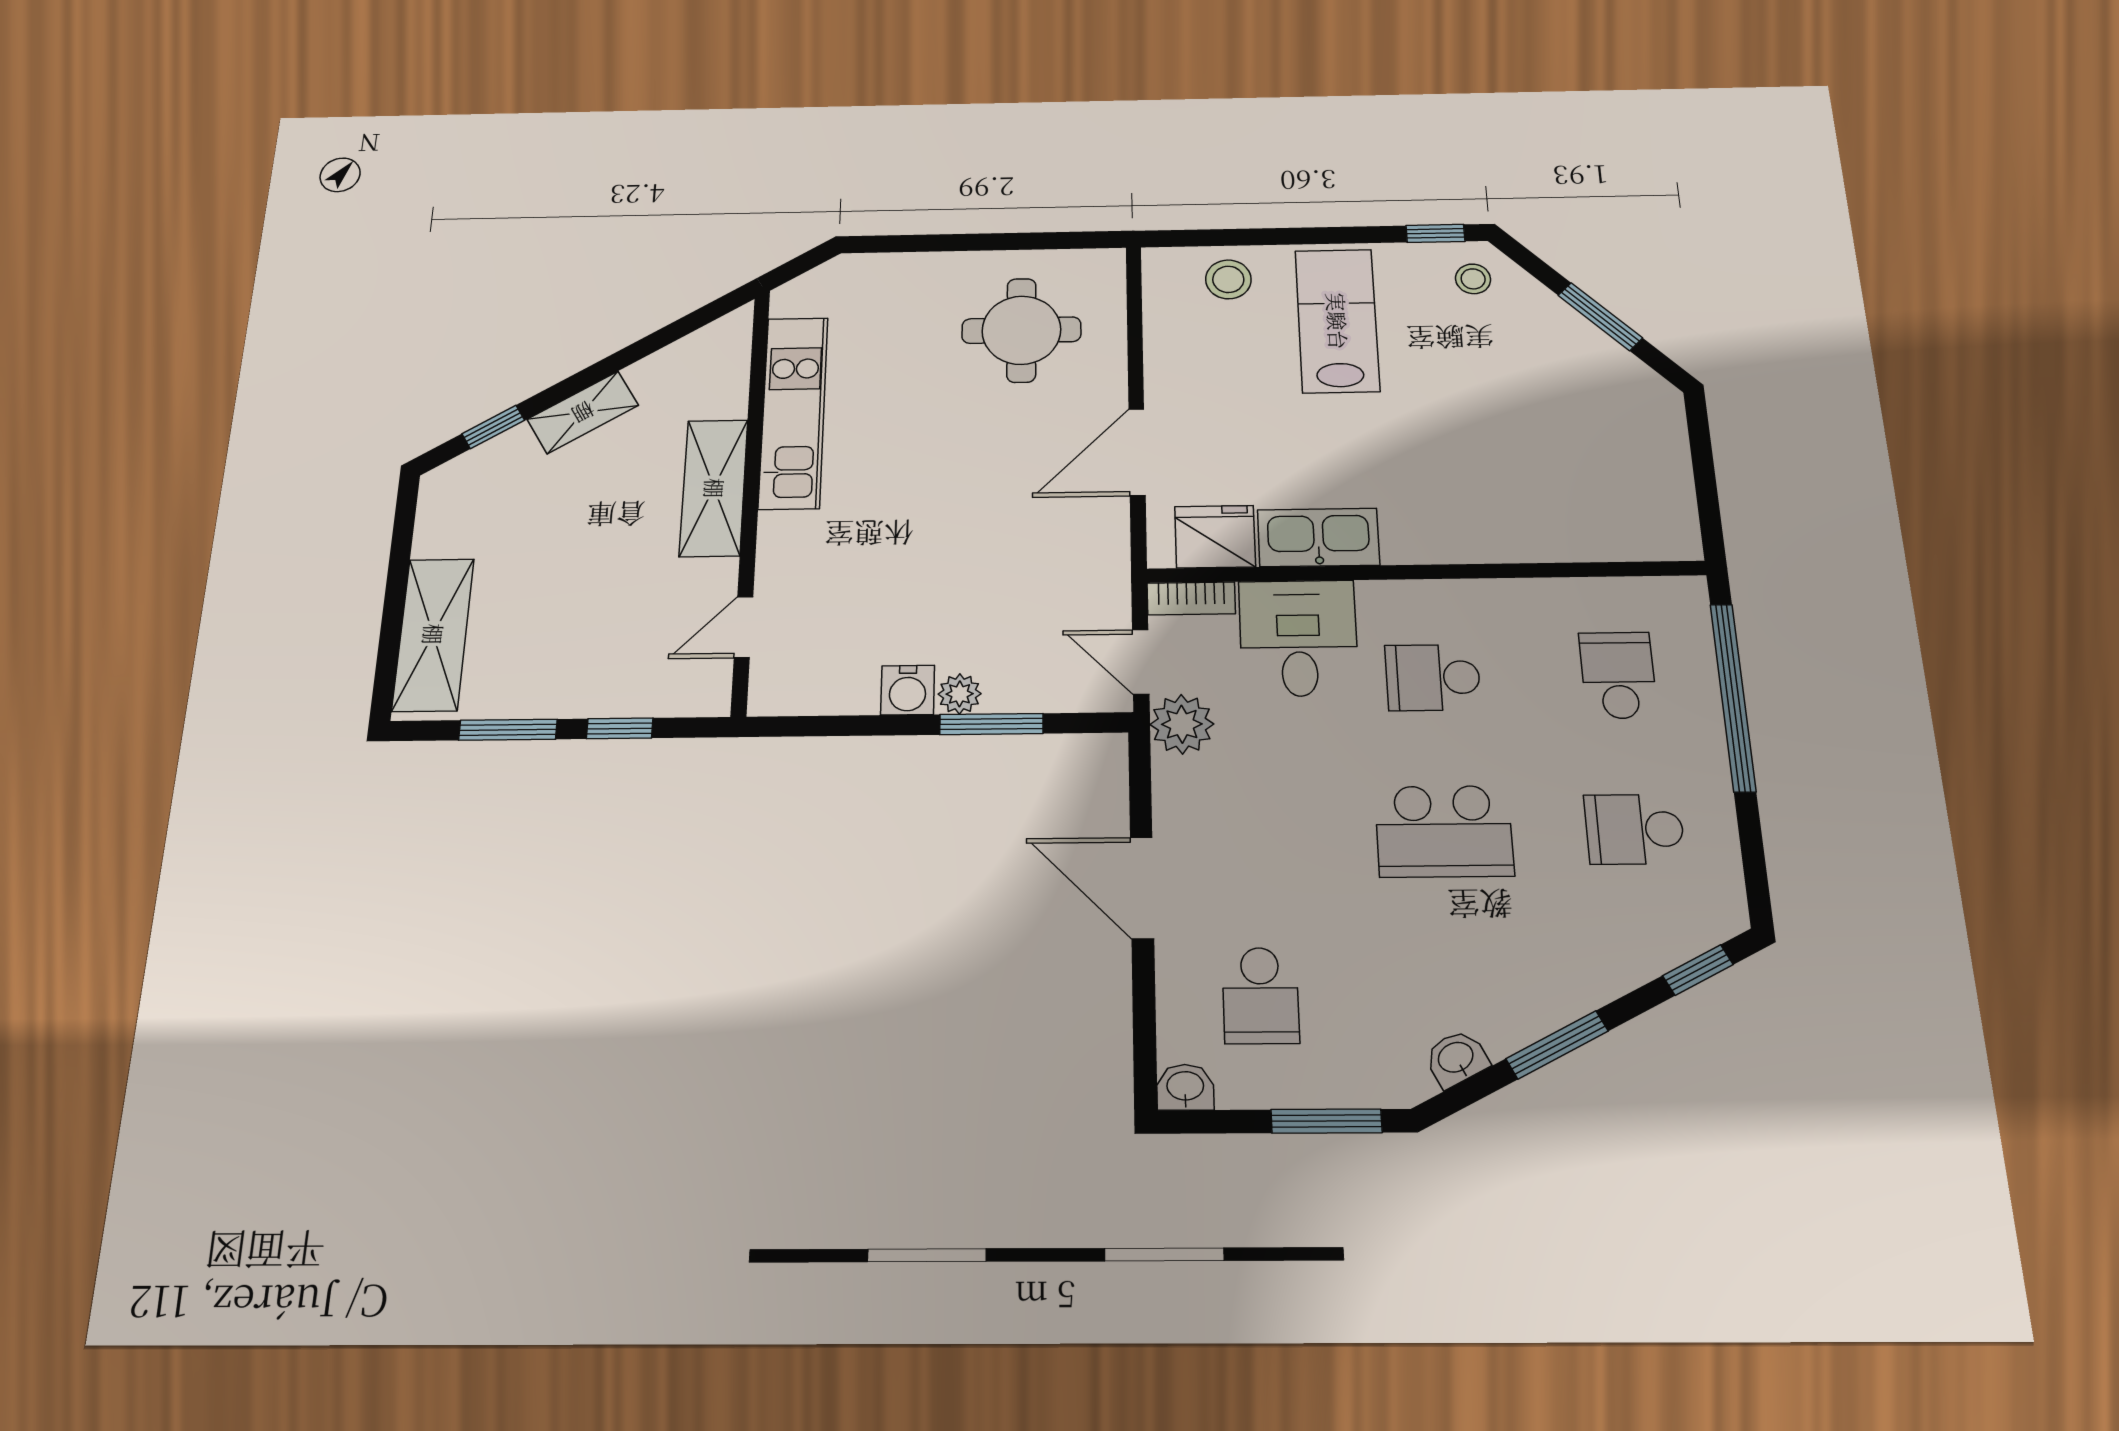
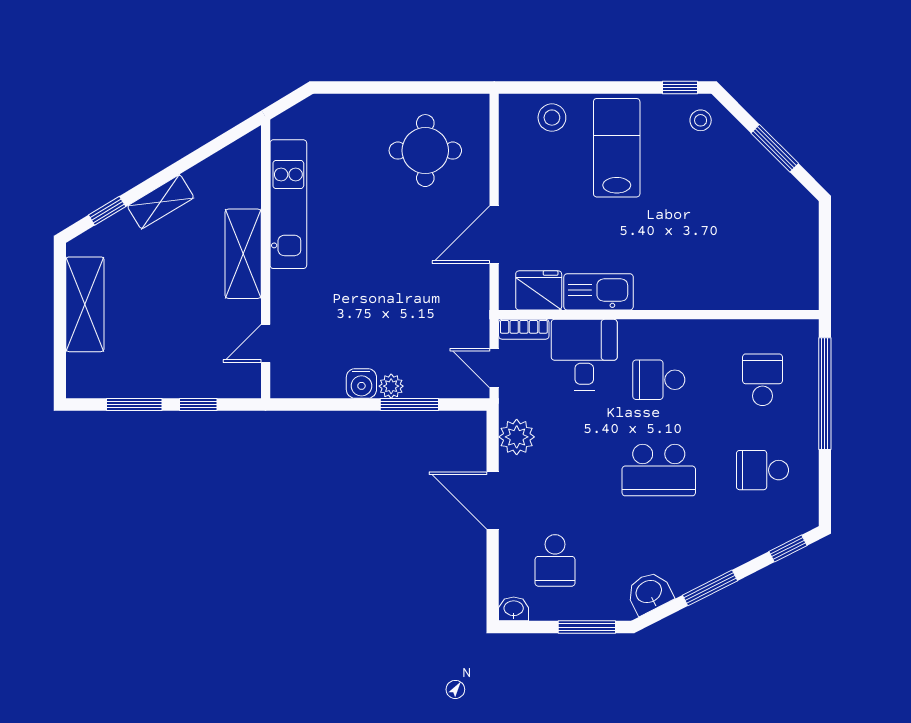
shelving: (433, 634) -> (85, 304), moved
plant: (1182, 724) -> (517, 437), moved
washbasin: (1456, 1058) -> (649, 593), width x1.38, depth x1.45

